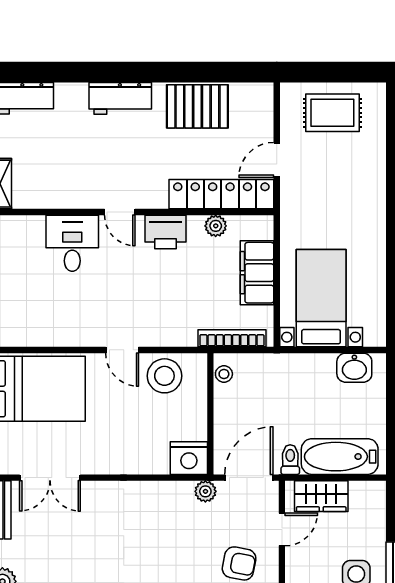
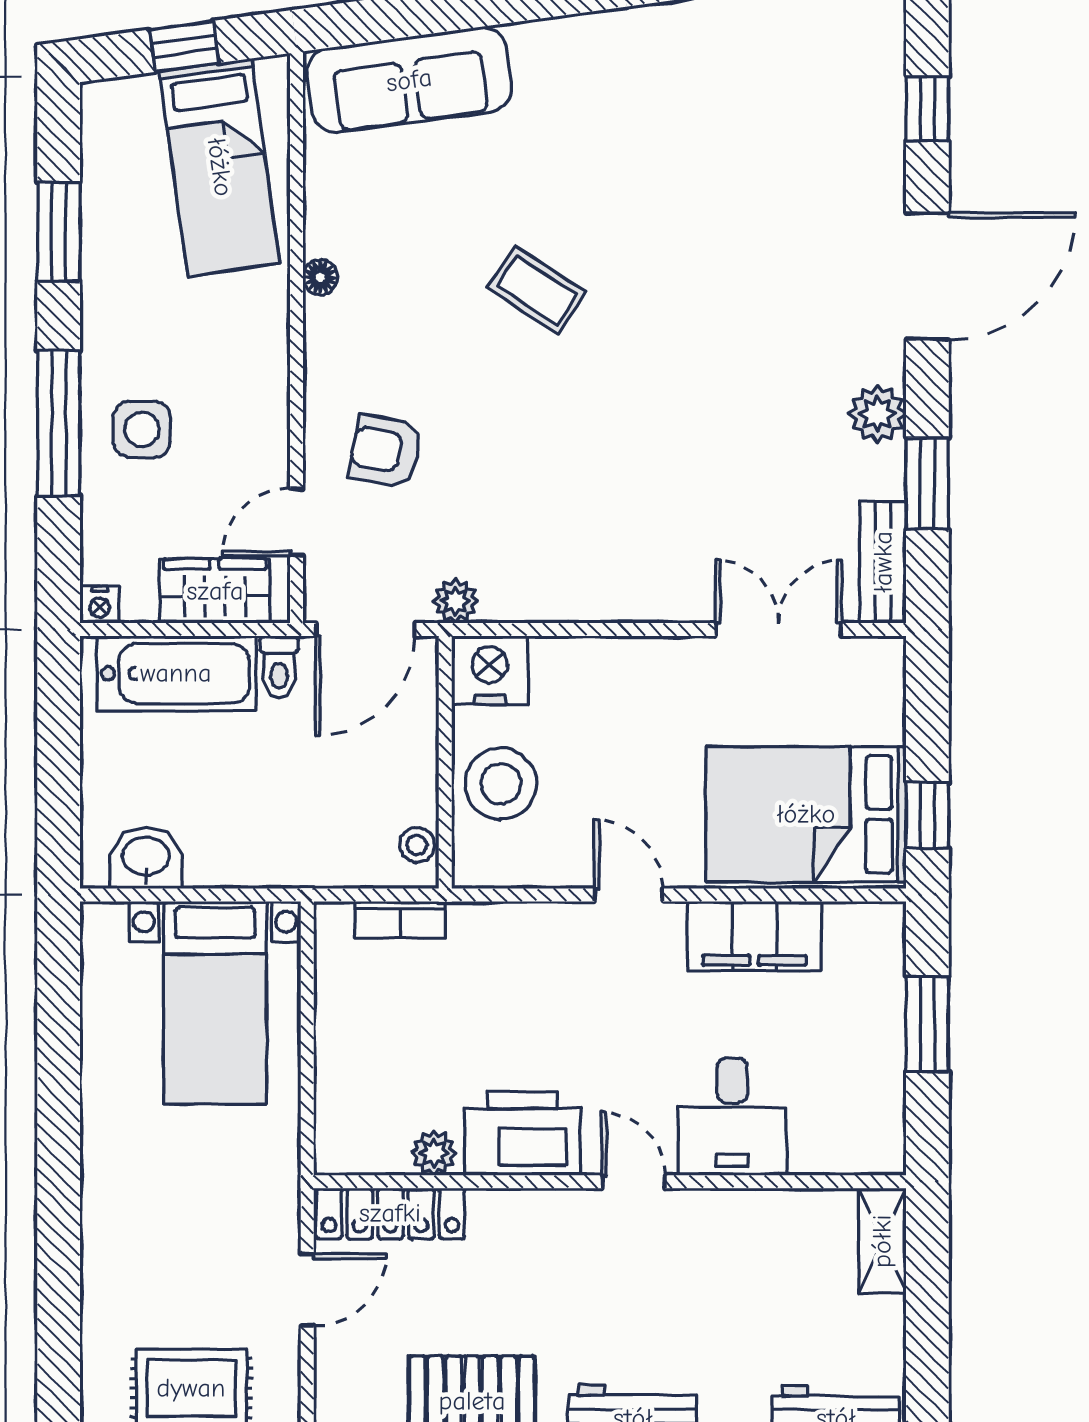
locker: (221, 194) -> (390, 1213), width x0.71, depth x0.83
printer: (166, 232) -> (523, 1134), width x1.37, depth x1.19
filing cabinet: (257, 273) -> (754, 936), moved, turned 90
bookcase: (232, 338) -> (400, 919), width x0.64
stool: (164, 376) -> (501, 784), moved
nightstand: (377, 490) -> (100, 605), added

